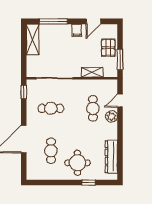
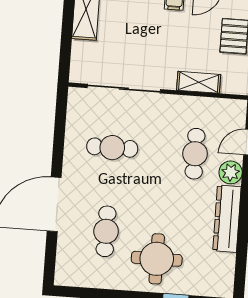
window: (24, 92) -> (61, 111), removed
dresser: (111, 157) -> (227, 219), moved

